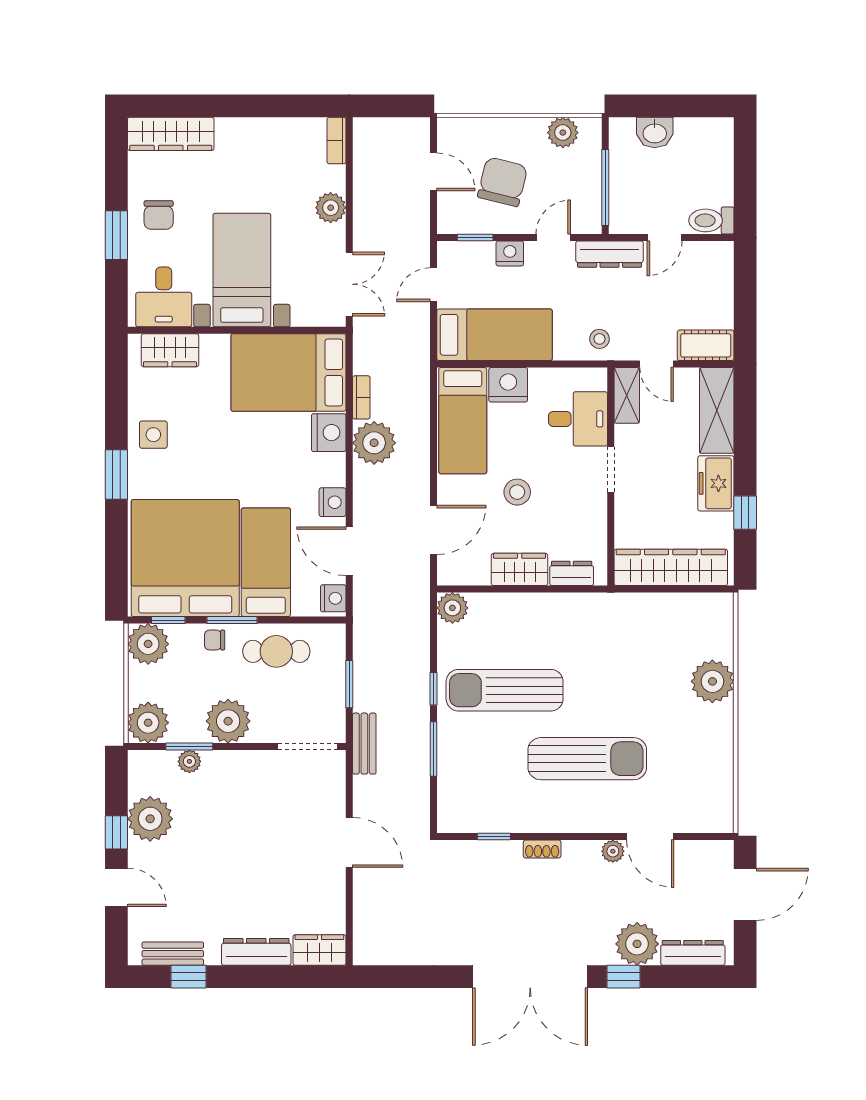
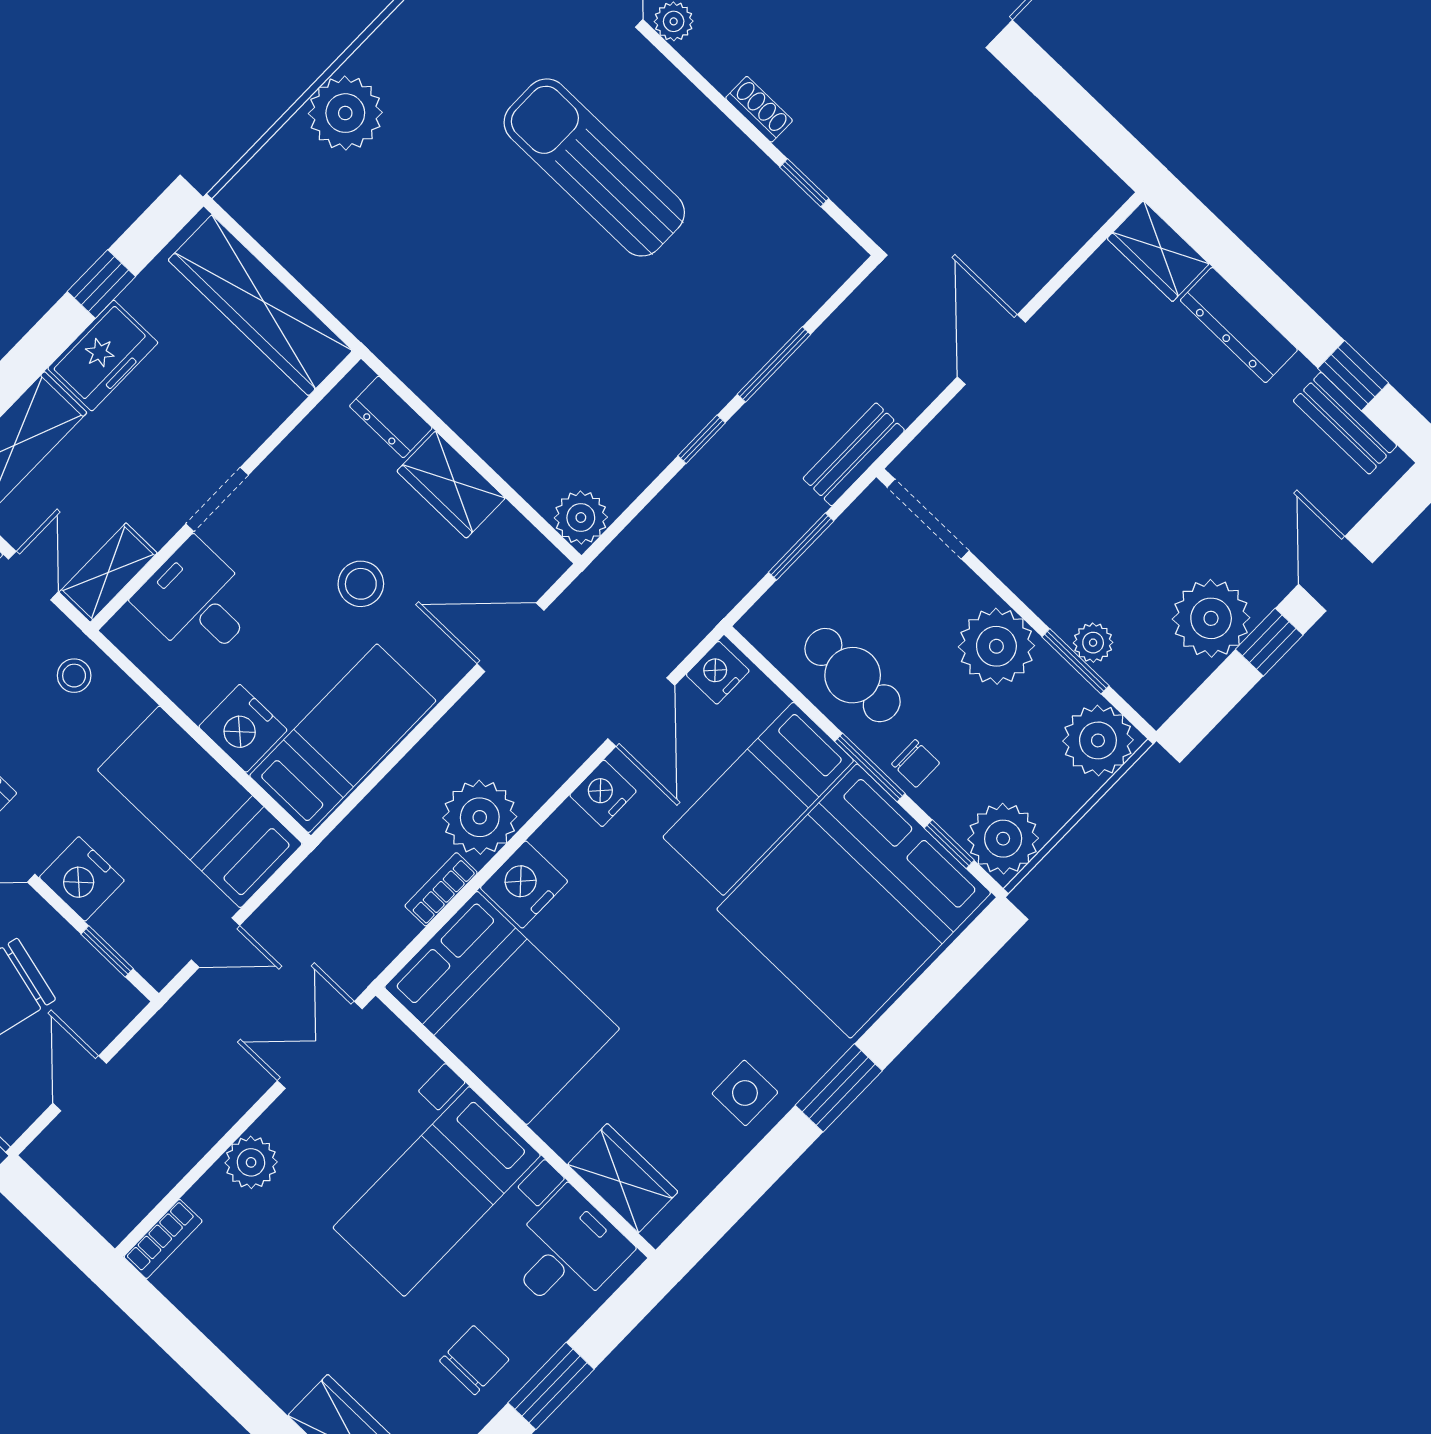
nightstand: (510, 253) -> (82, 879), width x1.36, depth x1.33
sun lounger: (505, 690) -> (615, 352), removed

